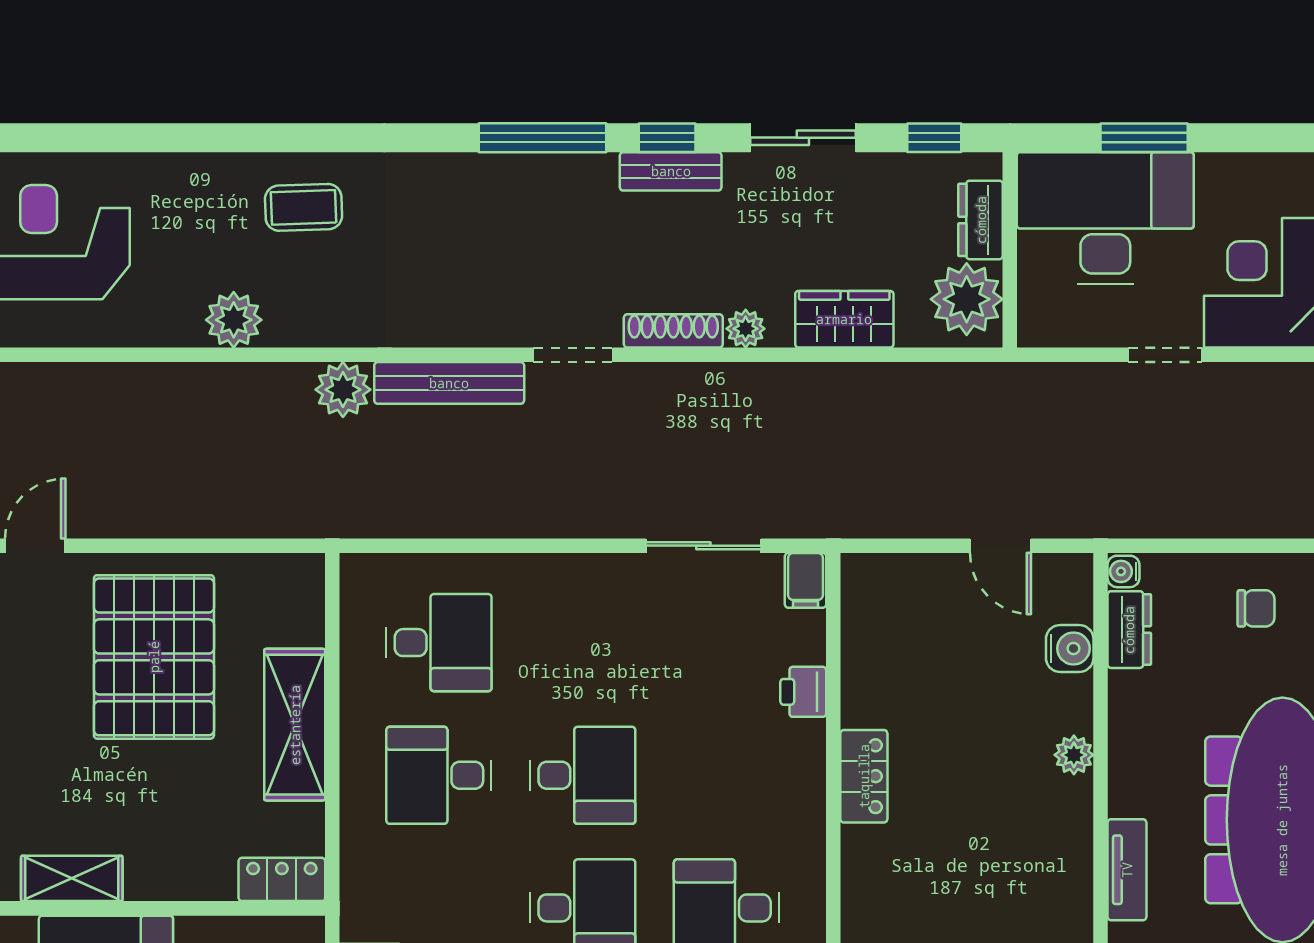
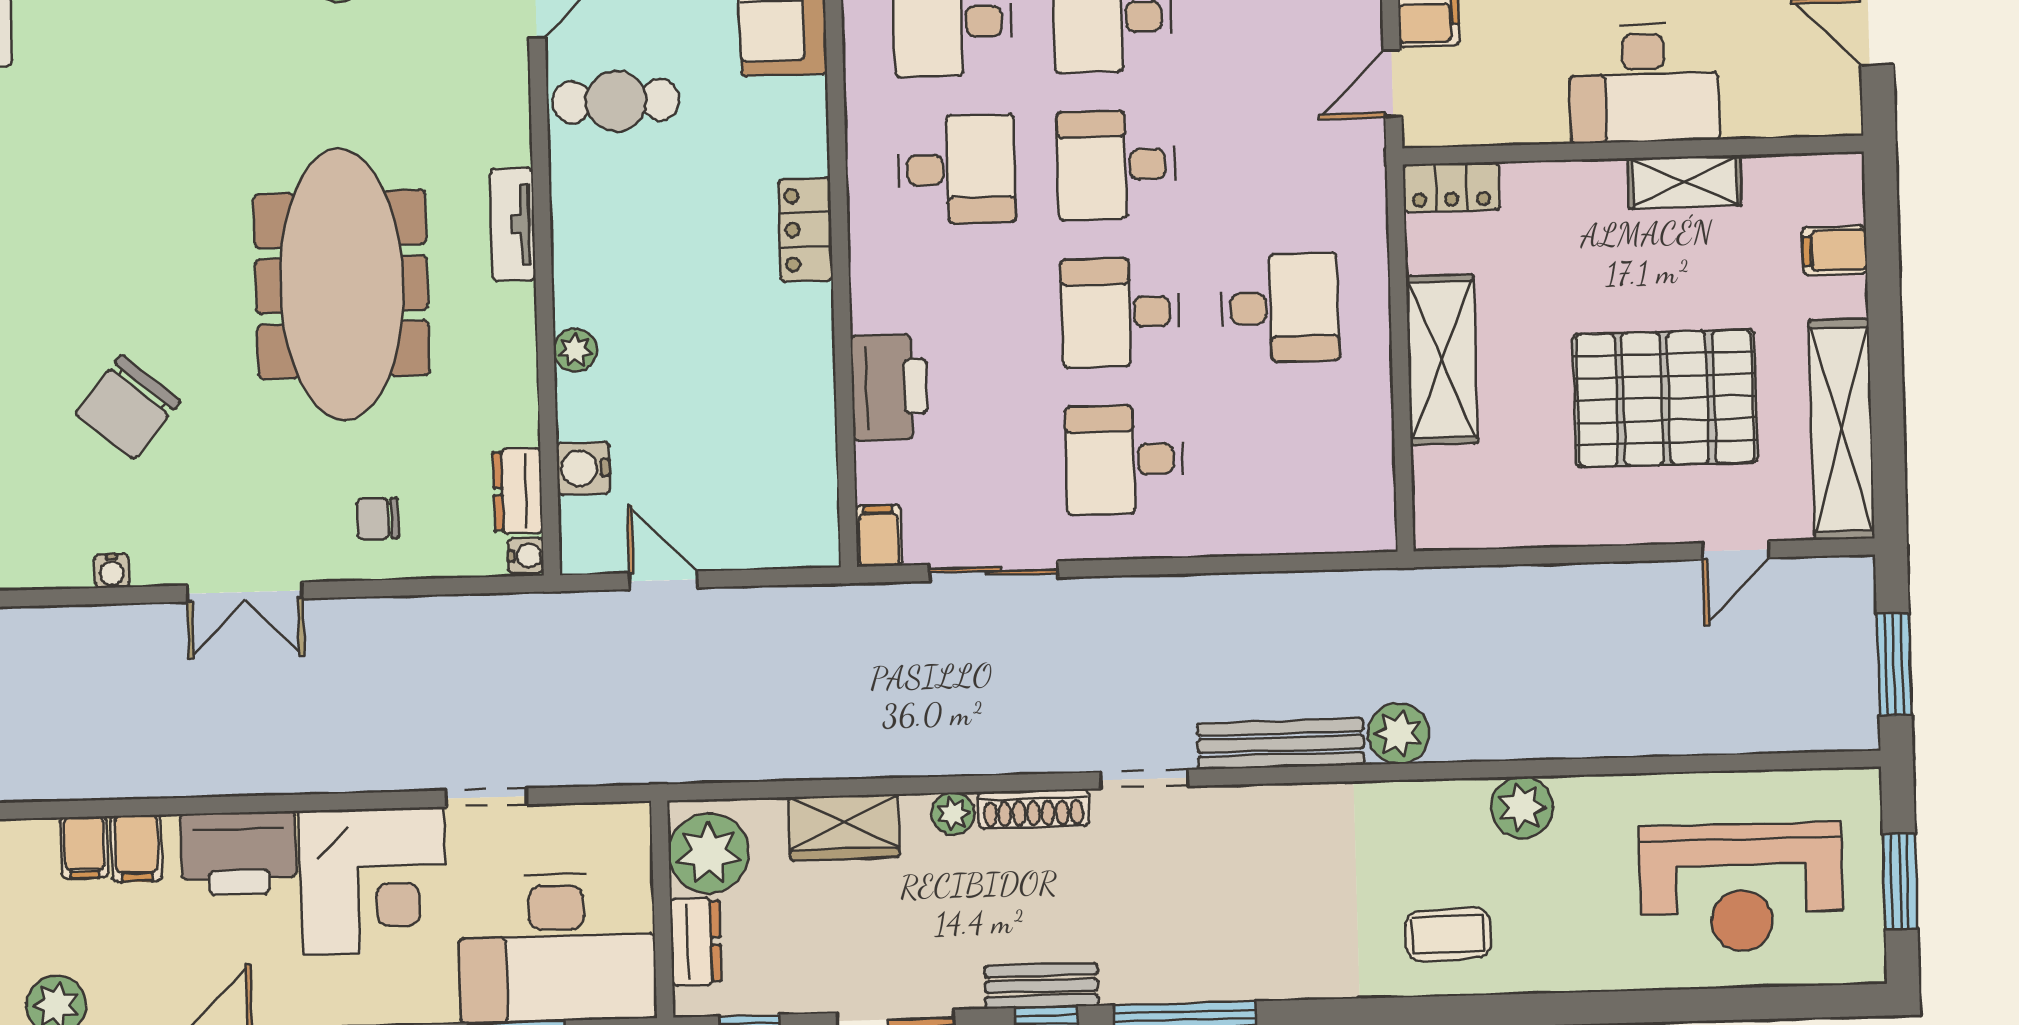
desk: (439, 643) -> (1124, 460), moved
pallet: (154, 657) -> (1665, 398), moved, turned 90
printer: (803, 692) -> (889, 387), width x1.87, depth x1.48
locker: (864, 776) -> (805, 230), moved

